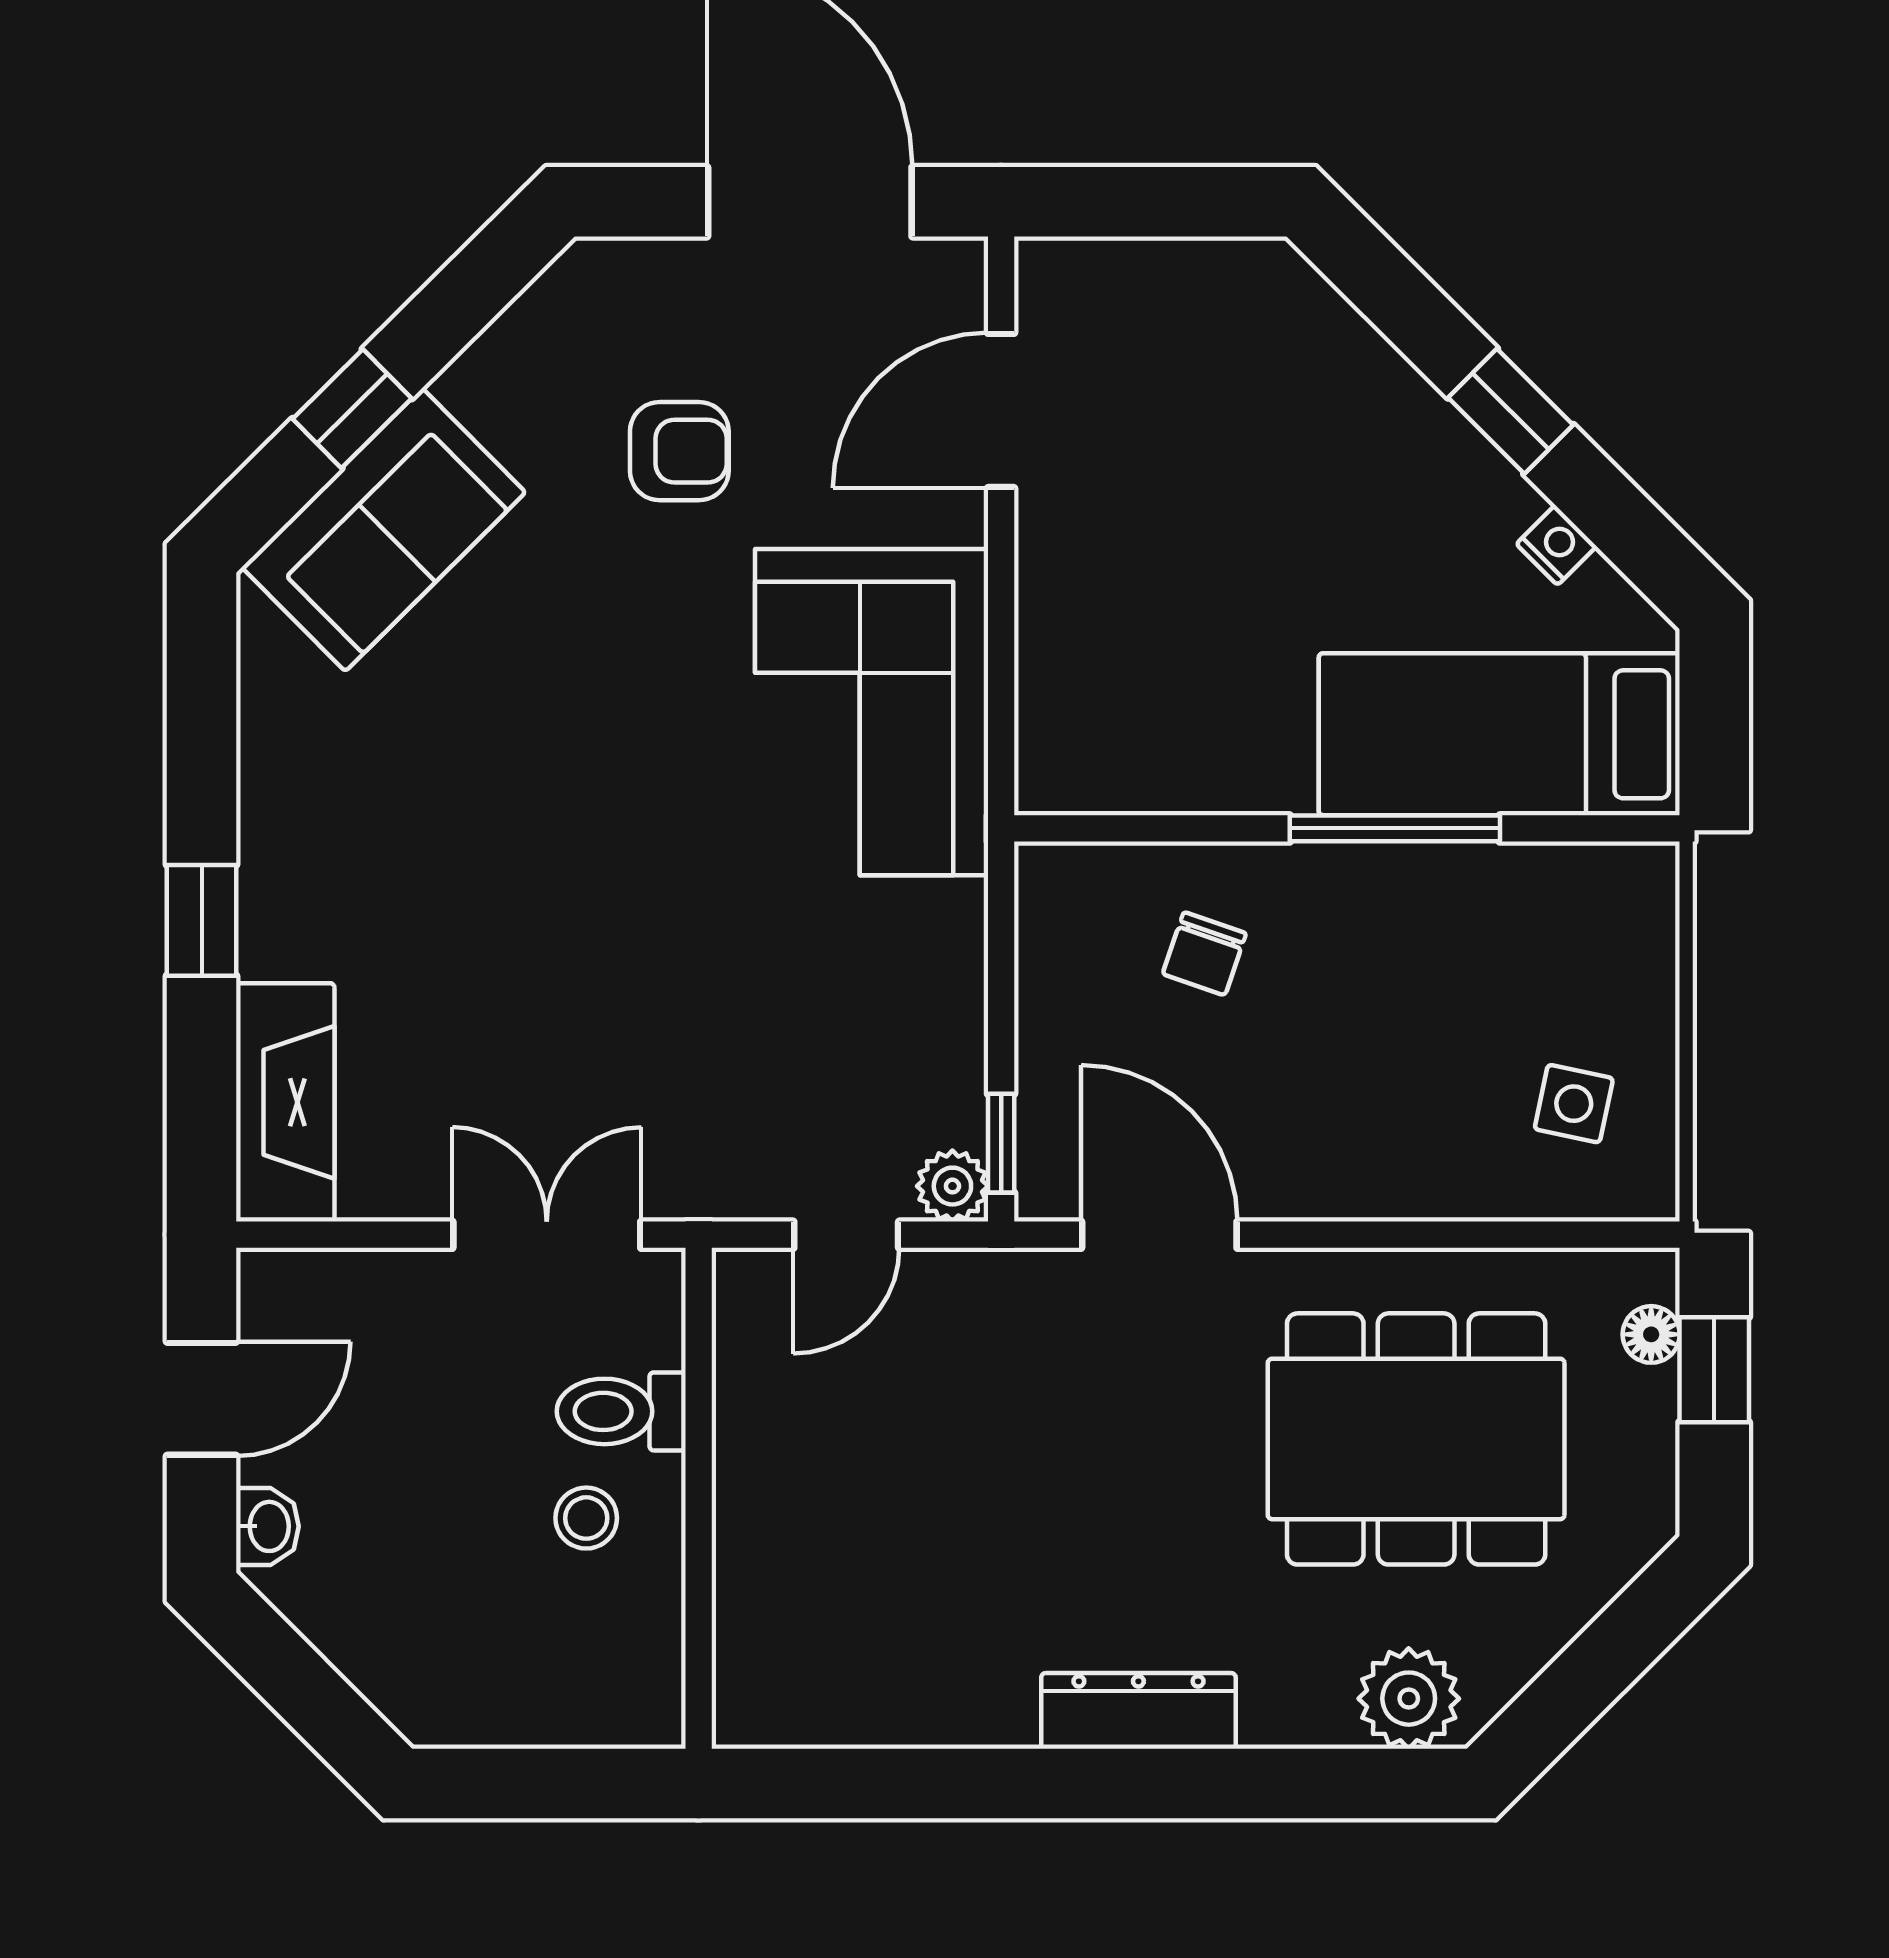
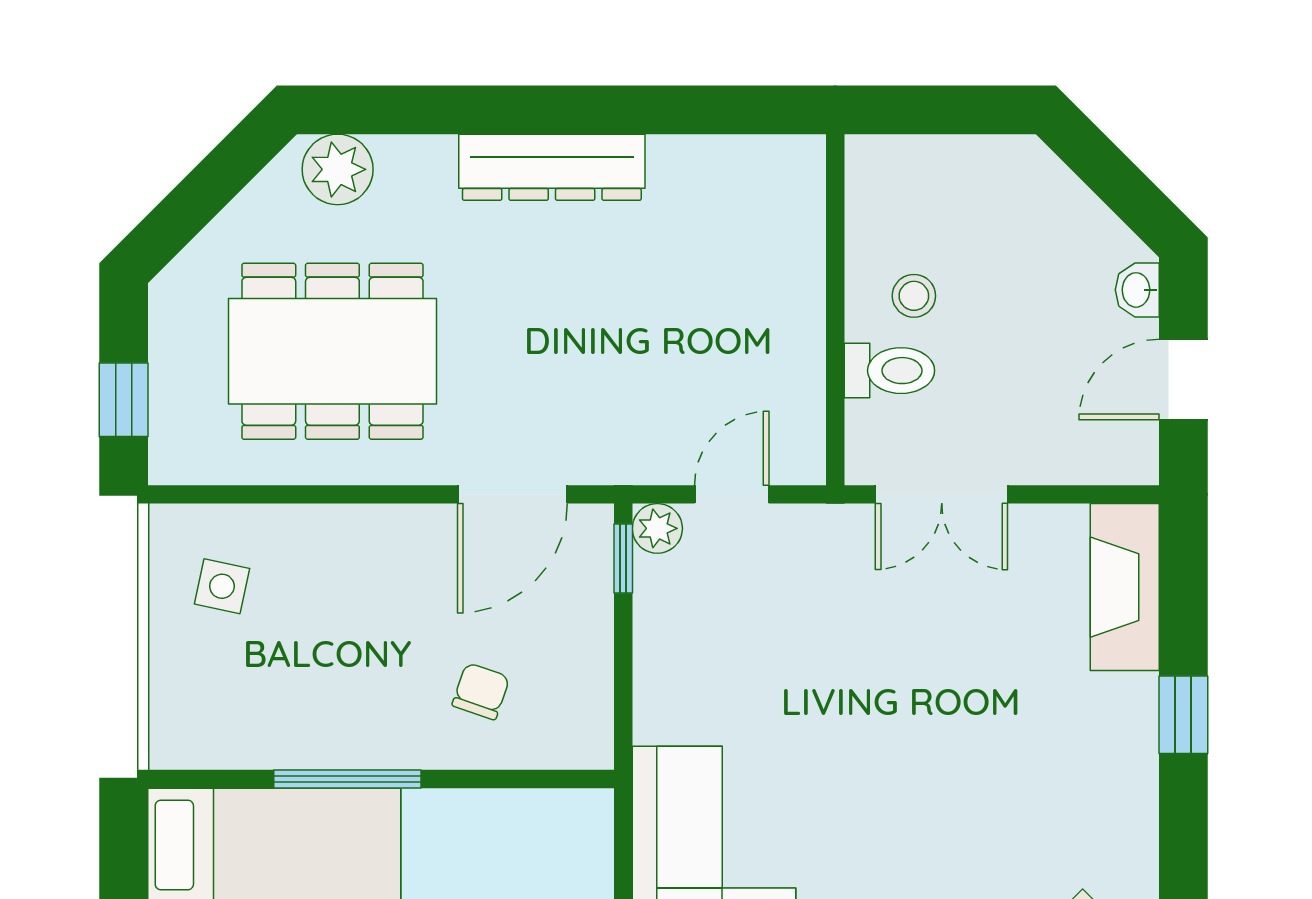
door: (1159, 1235) -> (512, 494), hinge flipped
floor lamp: (1651, 1334) -> (168, 425), removed
dresser: (1138, 1711) -> (552, 167), width x1.37, depth x1.24

